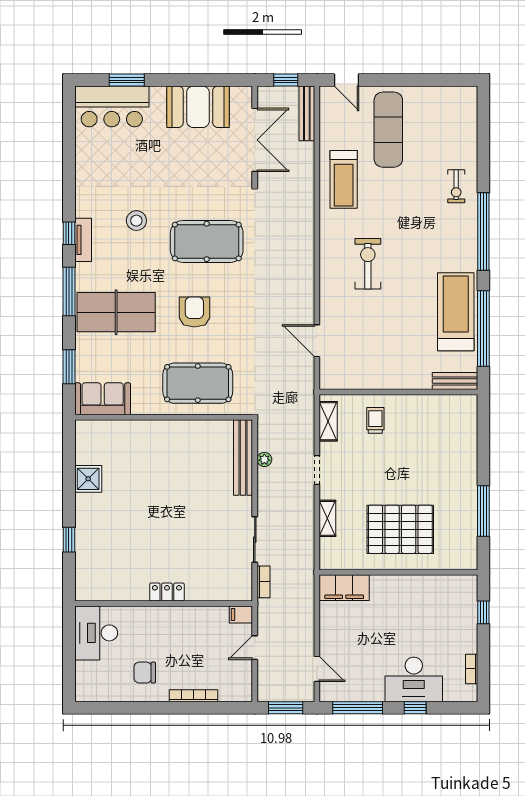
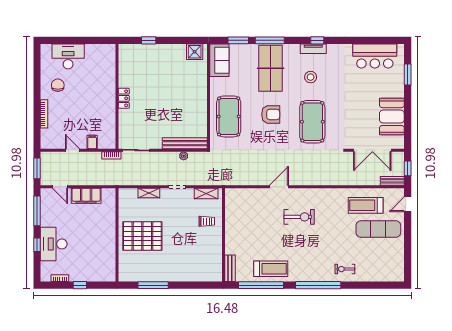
bar counter: (112, 106) -> (375, 56), moved, turned -90
bench: (307, 113) -> (392, 181), width x0.73
treadmill: (344, 179) -> (366, 205), moved
stool: (136, 221) -> (311, 77), moved
window: (69, 292) -> (270, 40), moved
treadmill: (456, 312) -> (271, 269), width x0.73, depth x0.73
door: (317, 341) -> (279, 187), moved
shower: (88, 479) -> (195, 52), moved
pallet: (400, 529) -> (142, 236), turned 90
window: (69, 540) -> (149, 40), moved
filing cabinet: (344, 588) -> (86, 196), moved, turned -90
locker: (167, 592) -> (124, 98), moved
wall: (164, 603) -> (117, 96), moved
window: (483, 612) -> (80, 285), moved
desk: (96, 633) -> (68, 56), moved
door: (317, 669) -> (60, 187), hinge flipped

